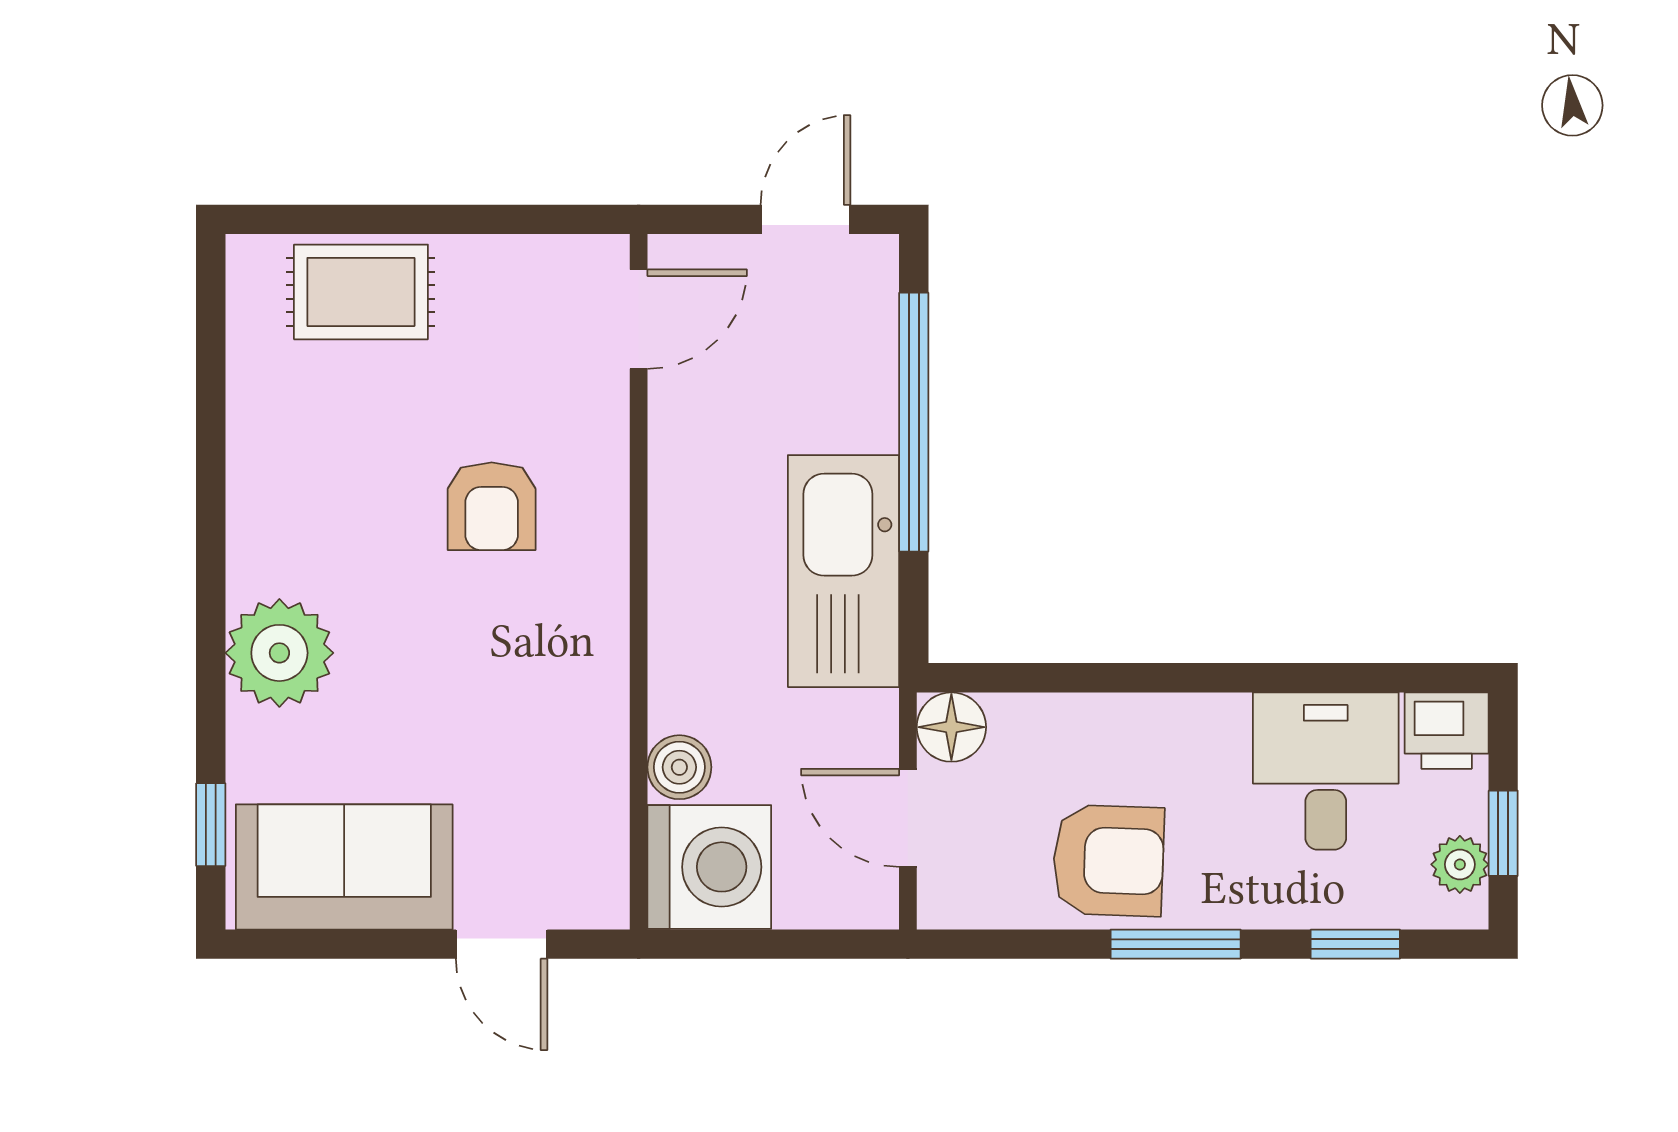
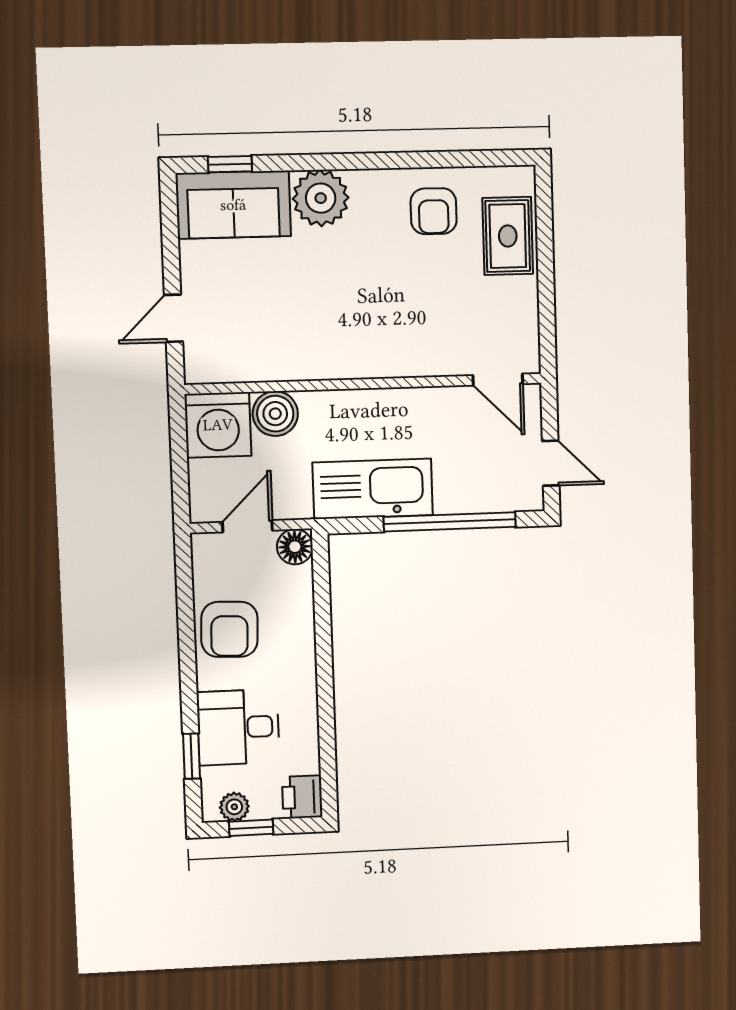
armchair: (492, 506) -> (434, 211), moved, turned -90
boiler: (679, 767) -> (275, 414), width x1.36, depth x1.36
desk: (1326, 771) -> (238, 727), moved, turned 180
sofa: (344, 867) -> (233, 205), moved, turned 90
window: (1176, 944) -> (188, 665), removed

